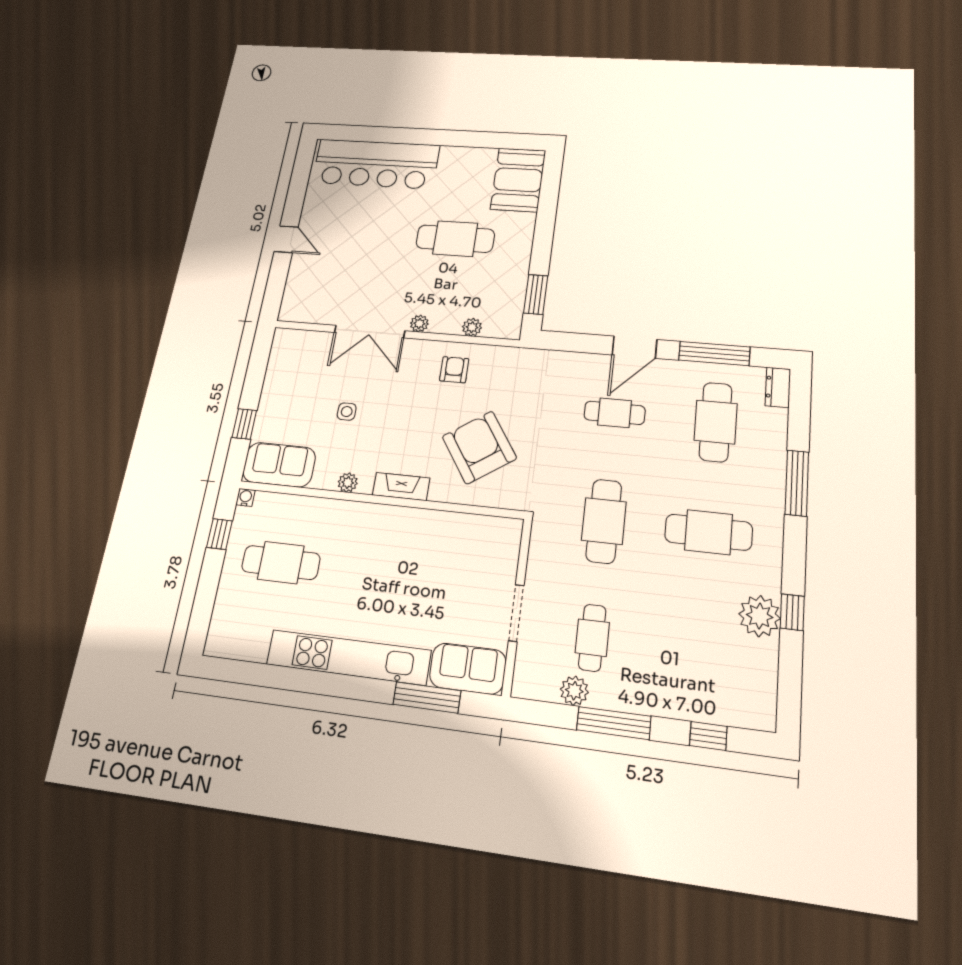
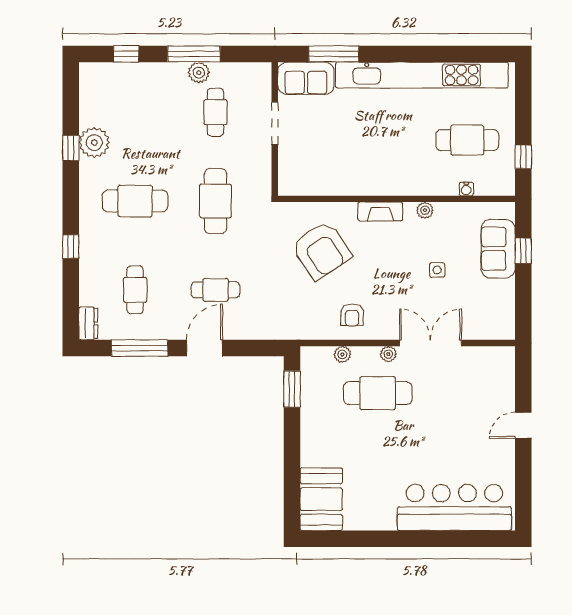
door: (286, 239) -> (523, 425), hinge flipped
cafe table: (455, 239) -> (378, 393), moved
cafe table: (716, 422) -> (135, 290), width x0.73, depth x0.74
sofa: (279, 465) -> (498, 249), moved, turned 90
window: (797, 483) -> (71, 247), width x0.46
water cooler: (245, 497) -> (466, 189), moved
kitchen unit: (348, 657) -> (422, 75), width x1.36
plant: (574, 691) -> (199, 73), moved

